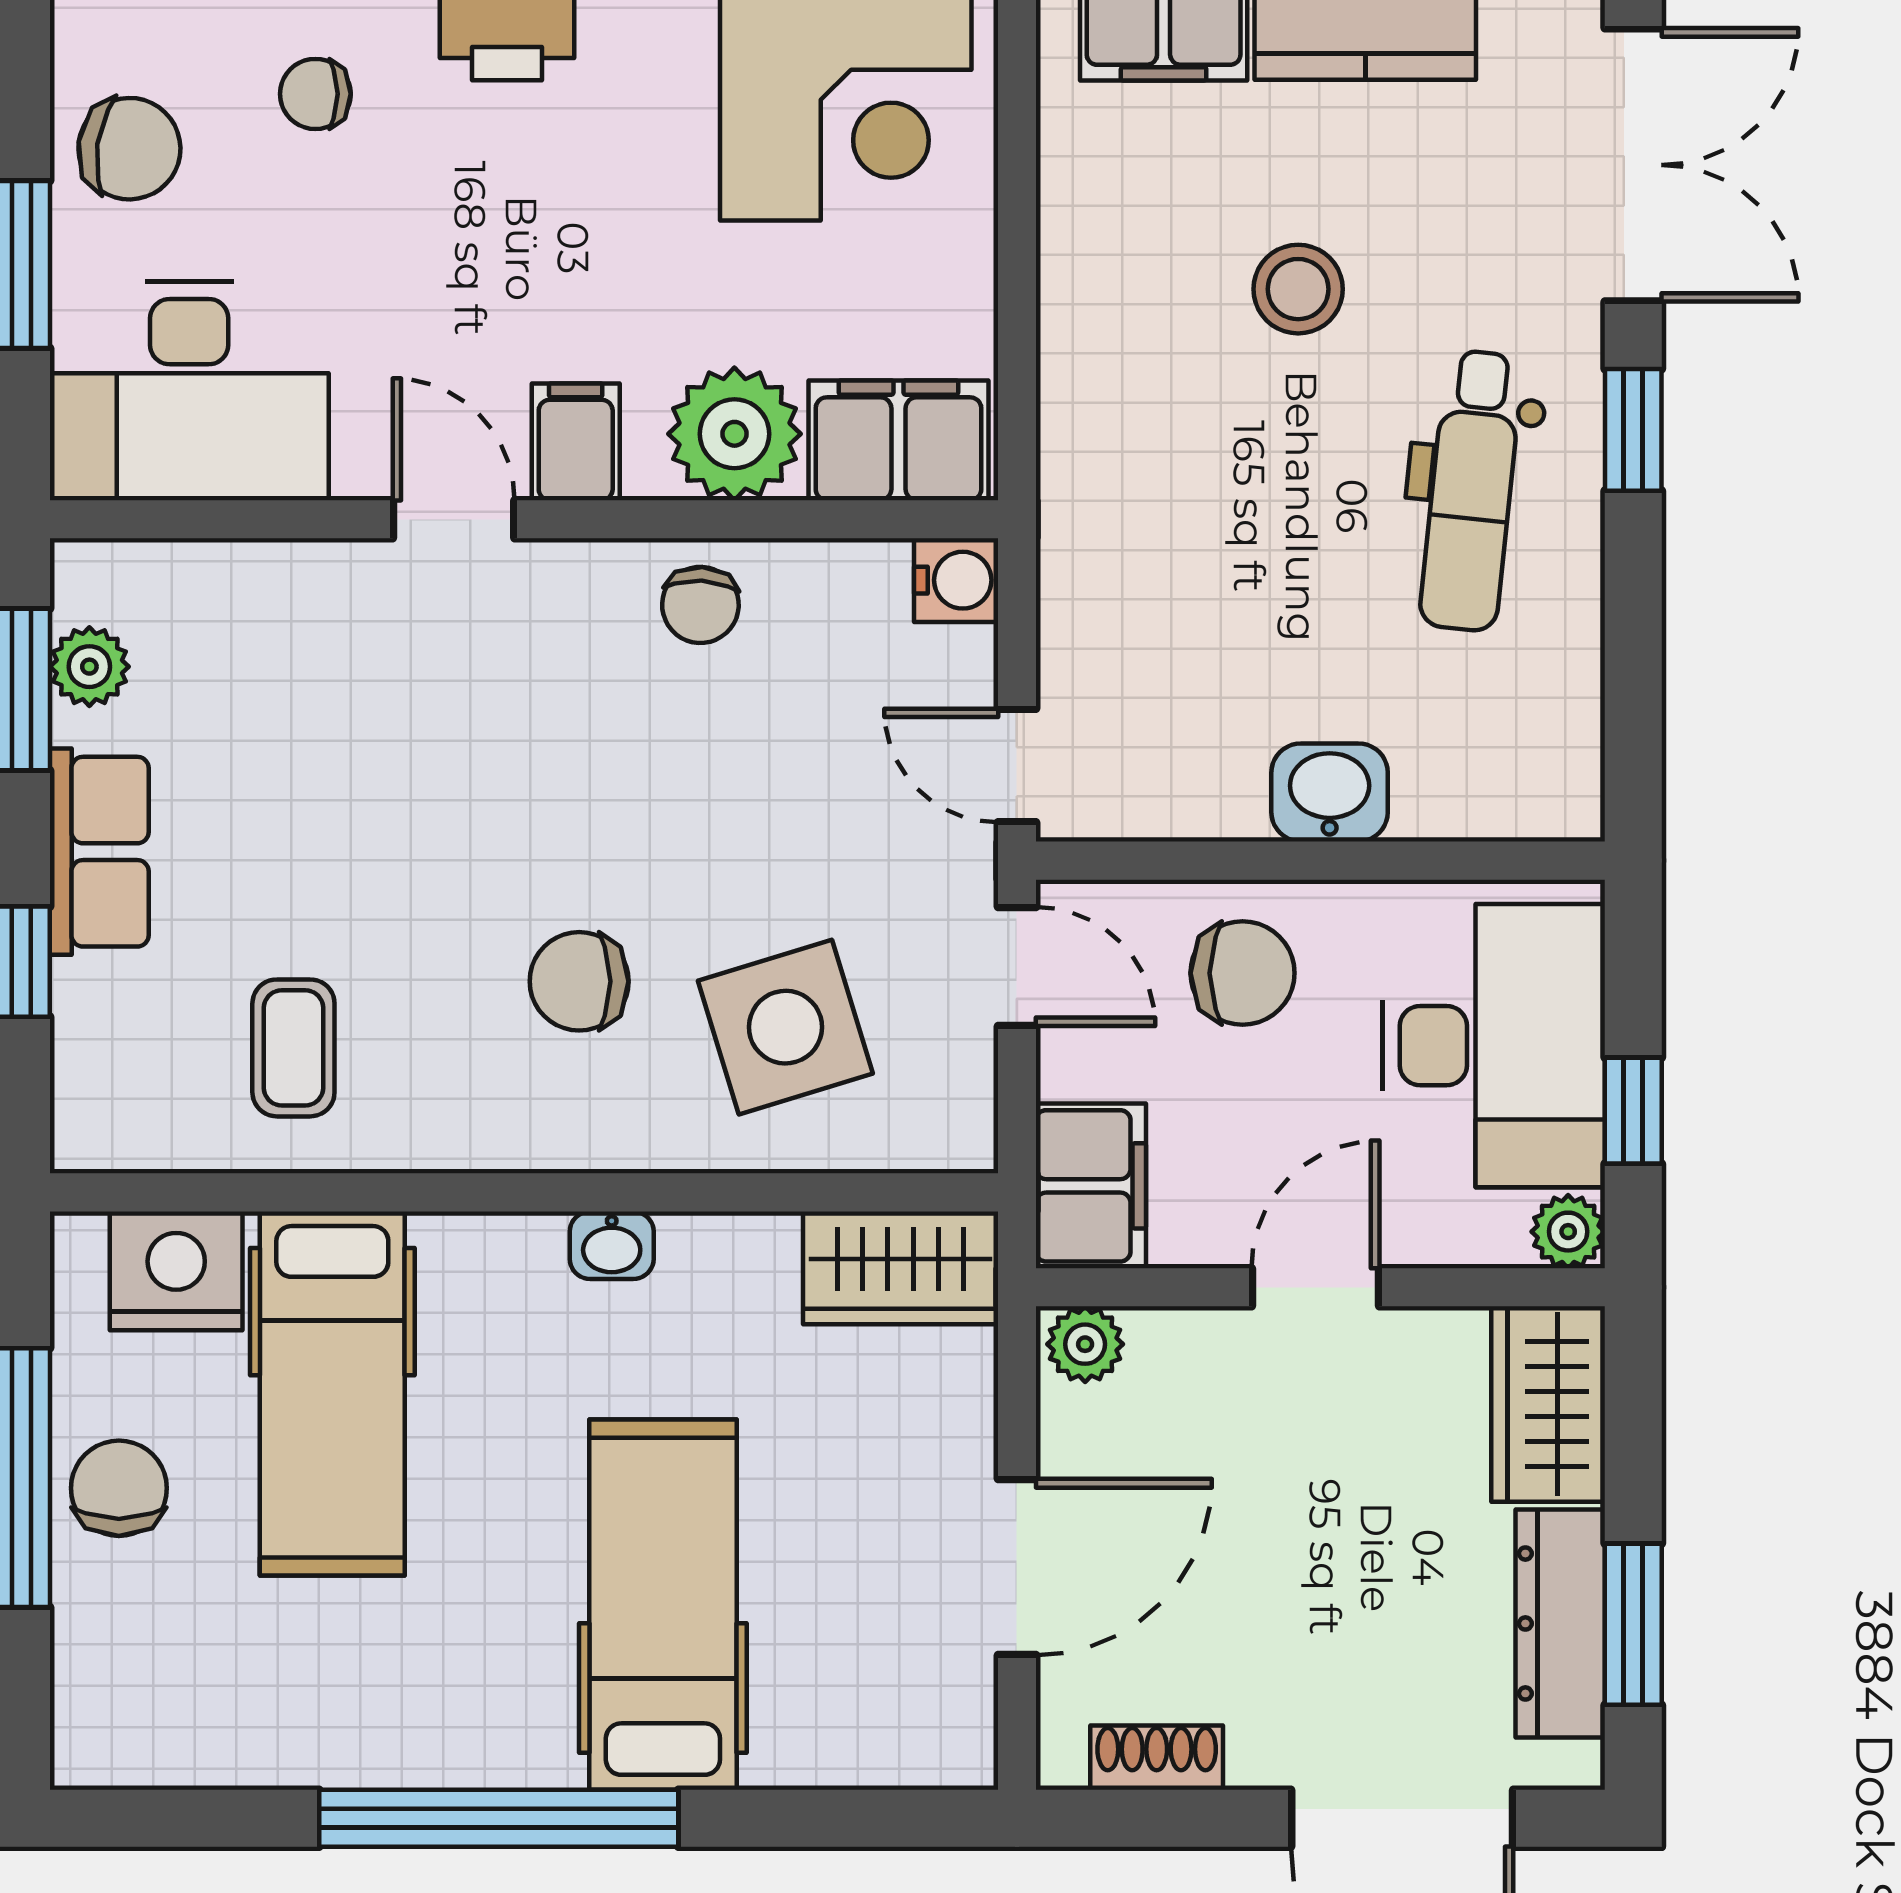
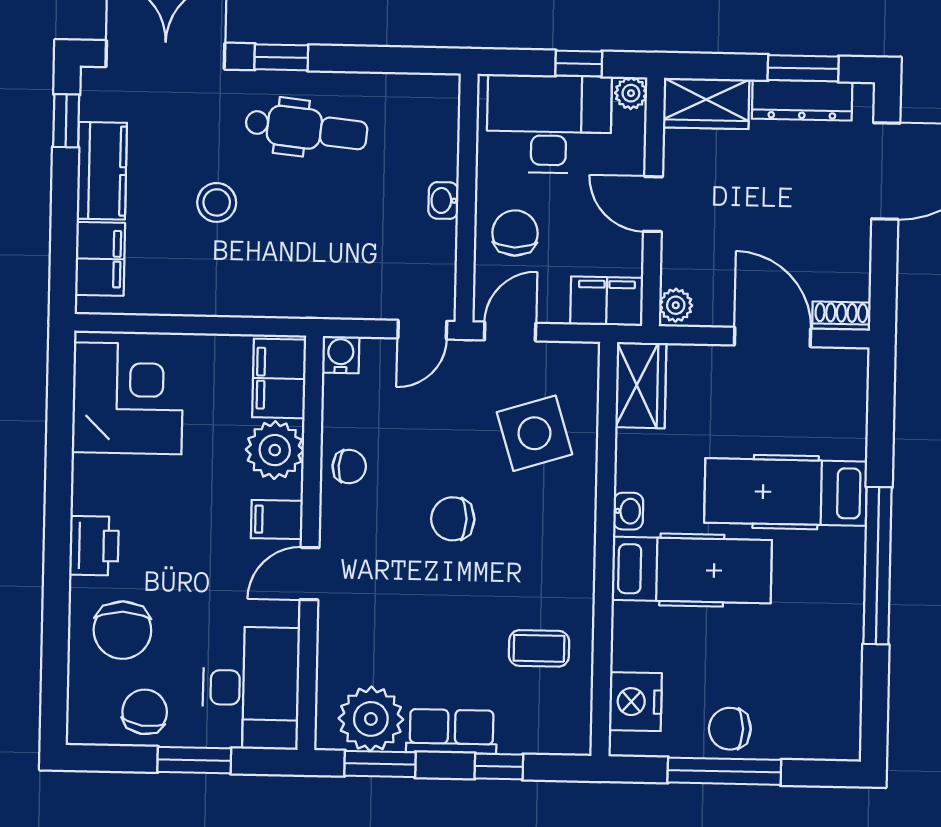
chair: (315, 94) -> (122, 630), width x1.87, depth x1.87
plant: (89, 667) -> (371, 719), width x1.88, depth x1.88
washbasin: (1330, 792) -> (443, 201), width x0.72, depth x0.69
chair: (579, 981) -> (453, 519), moved, turned 90
hospital bed: (332, 1394) -> (692, 570), moved
shoe rack: (1157, 1758) -> (841, 316), moved, turned 90

